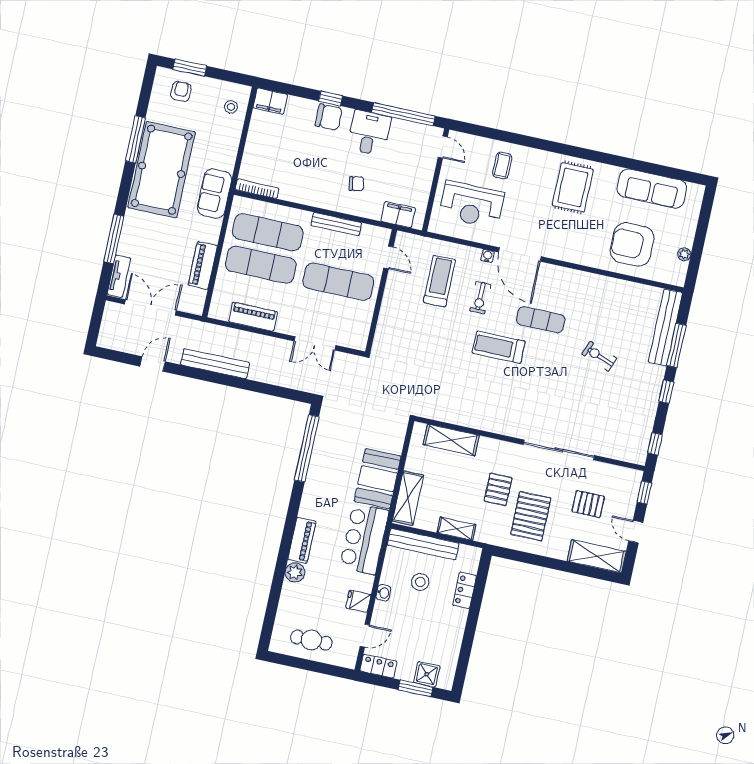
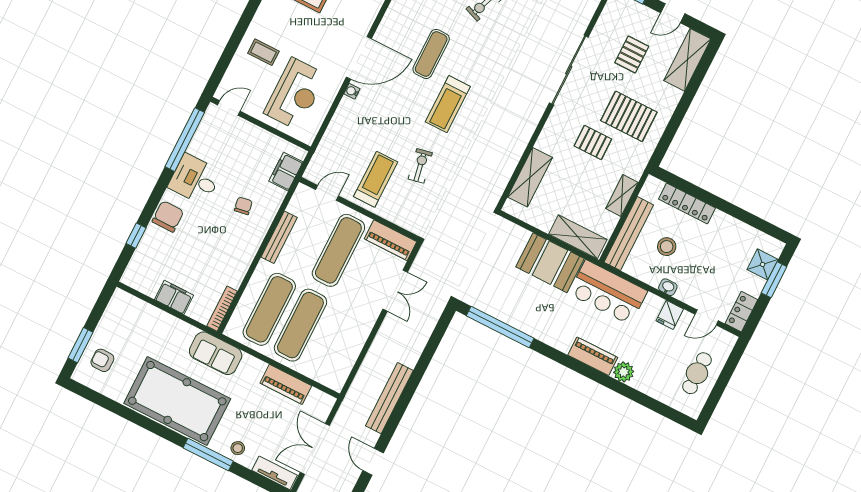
window: (331, 98) -> (136, 236), moved
filing cabinet: (270, 101) -> (174, 297), moved, turned -90
stool: (231, 107) -> (238, 448), moved
window: (135, 139) -> (139, 420), removed
window: (114, 239) -> (208, 455), moved
treadmill: (440, 281) -> (376, 179), moved, turned 90
exercise bike: (480, 298) -> (420, 166), moved, turned -101
piano: (253, 317) -> (391, 240), moved, turned -90
locker: (465, 590) -> (687, 204), width x1.53
door: (365, 636) -> (707, 318), swing flipped

